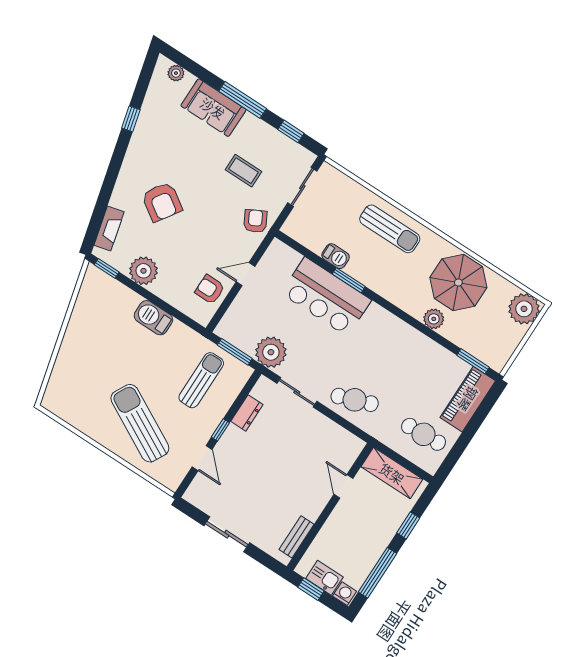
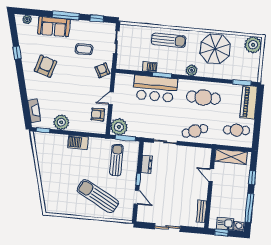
armchair: (162, 202) -> (45, 66), moved, turned -107
plant: (434, 319) -> (192, 70), moved
plant: (271, 352) -> (119, 127), moved
cafe table: (397, 352) -> (203, 98), added

